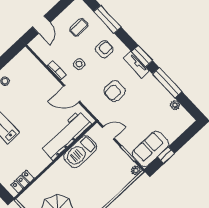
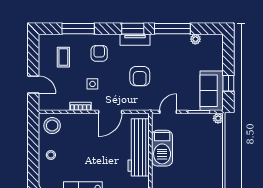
stool: (26, 63) -> (52, 126), added

